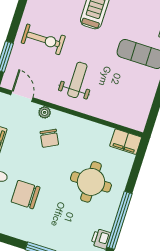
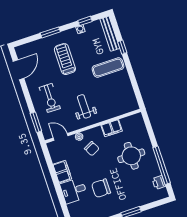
exercise bike: (43, 39) -> (50, 98), turned 90
filing cabinet: (126, 142) -> (112, 128), moved

